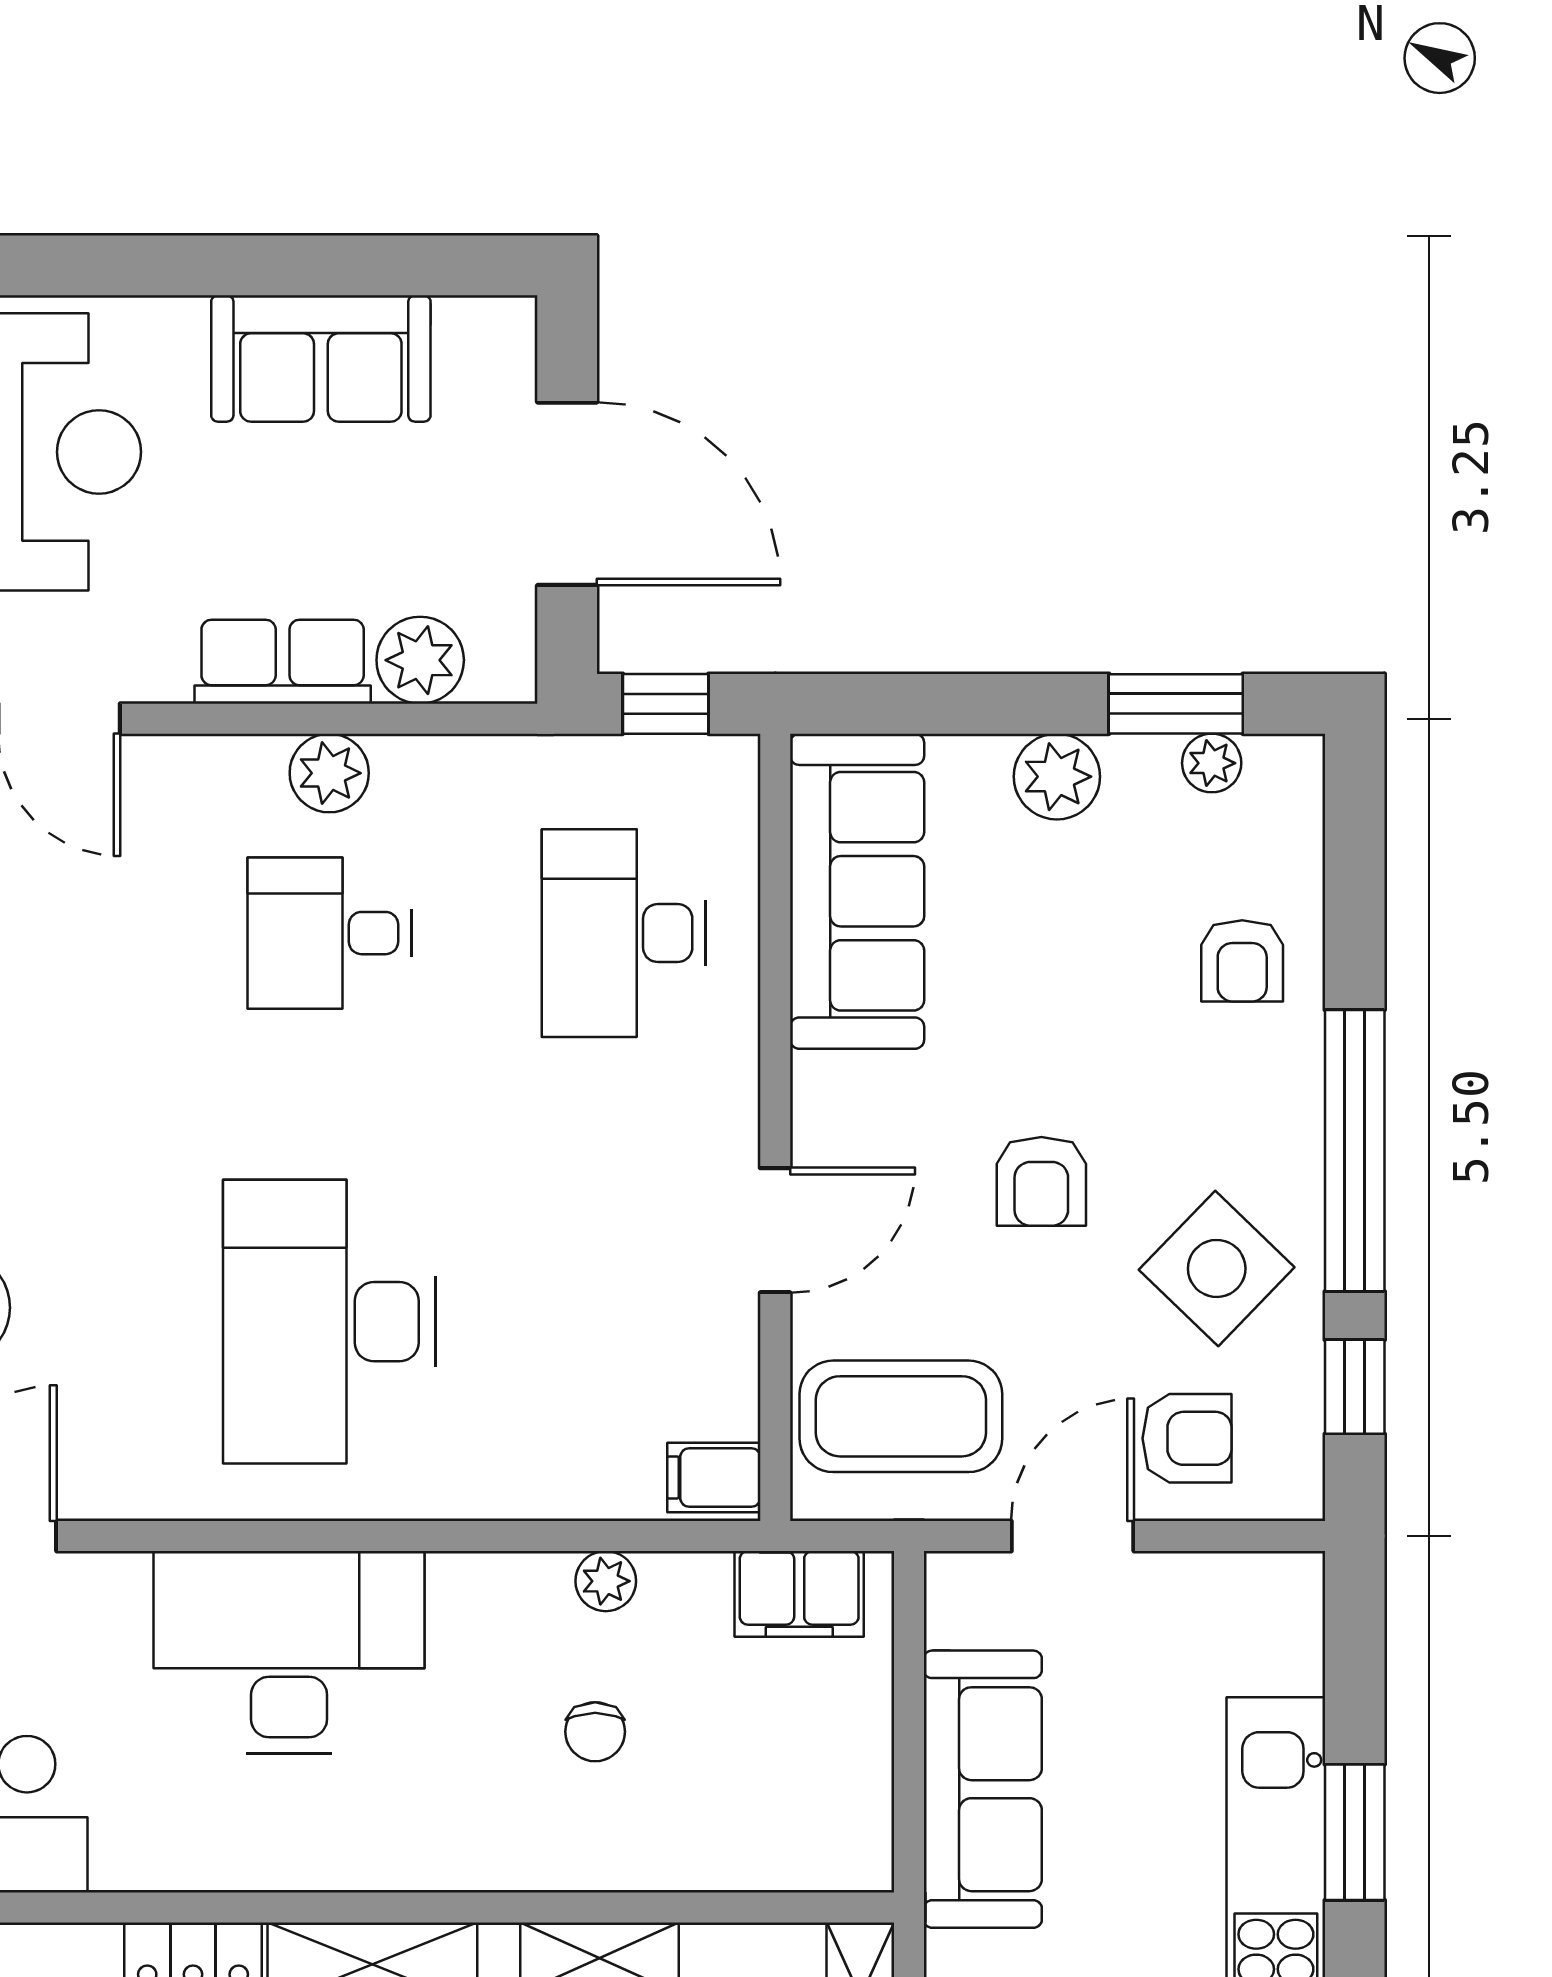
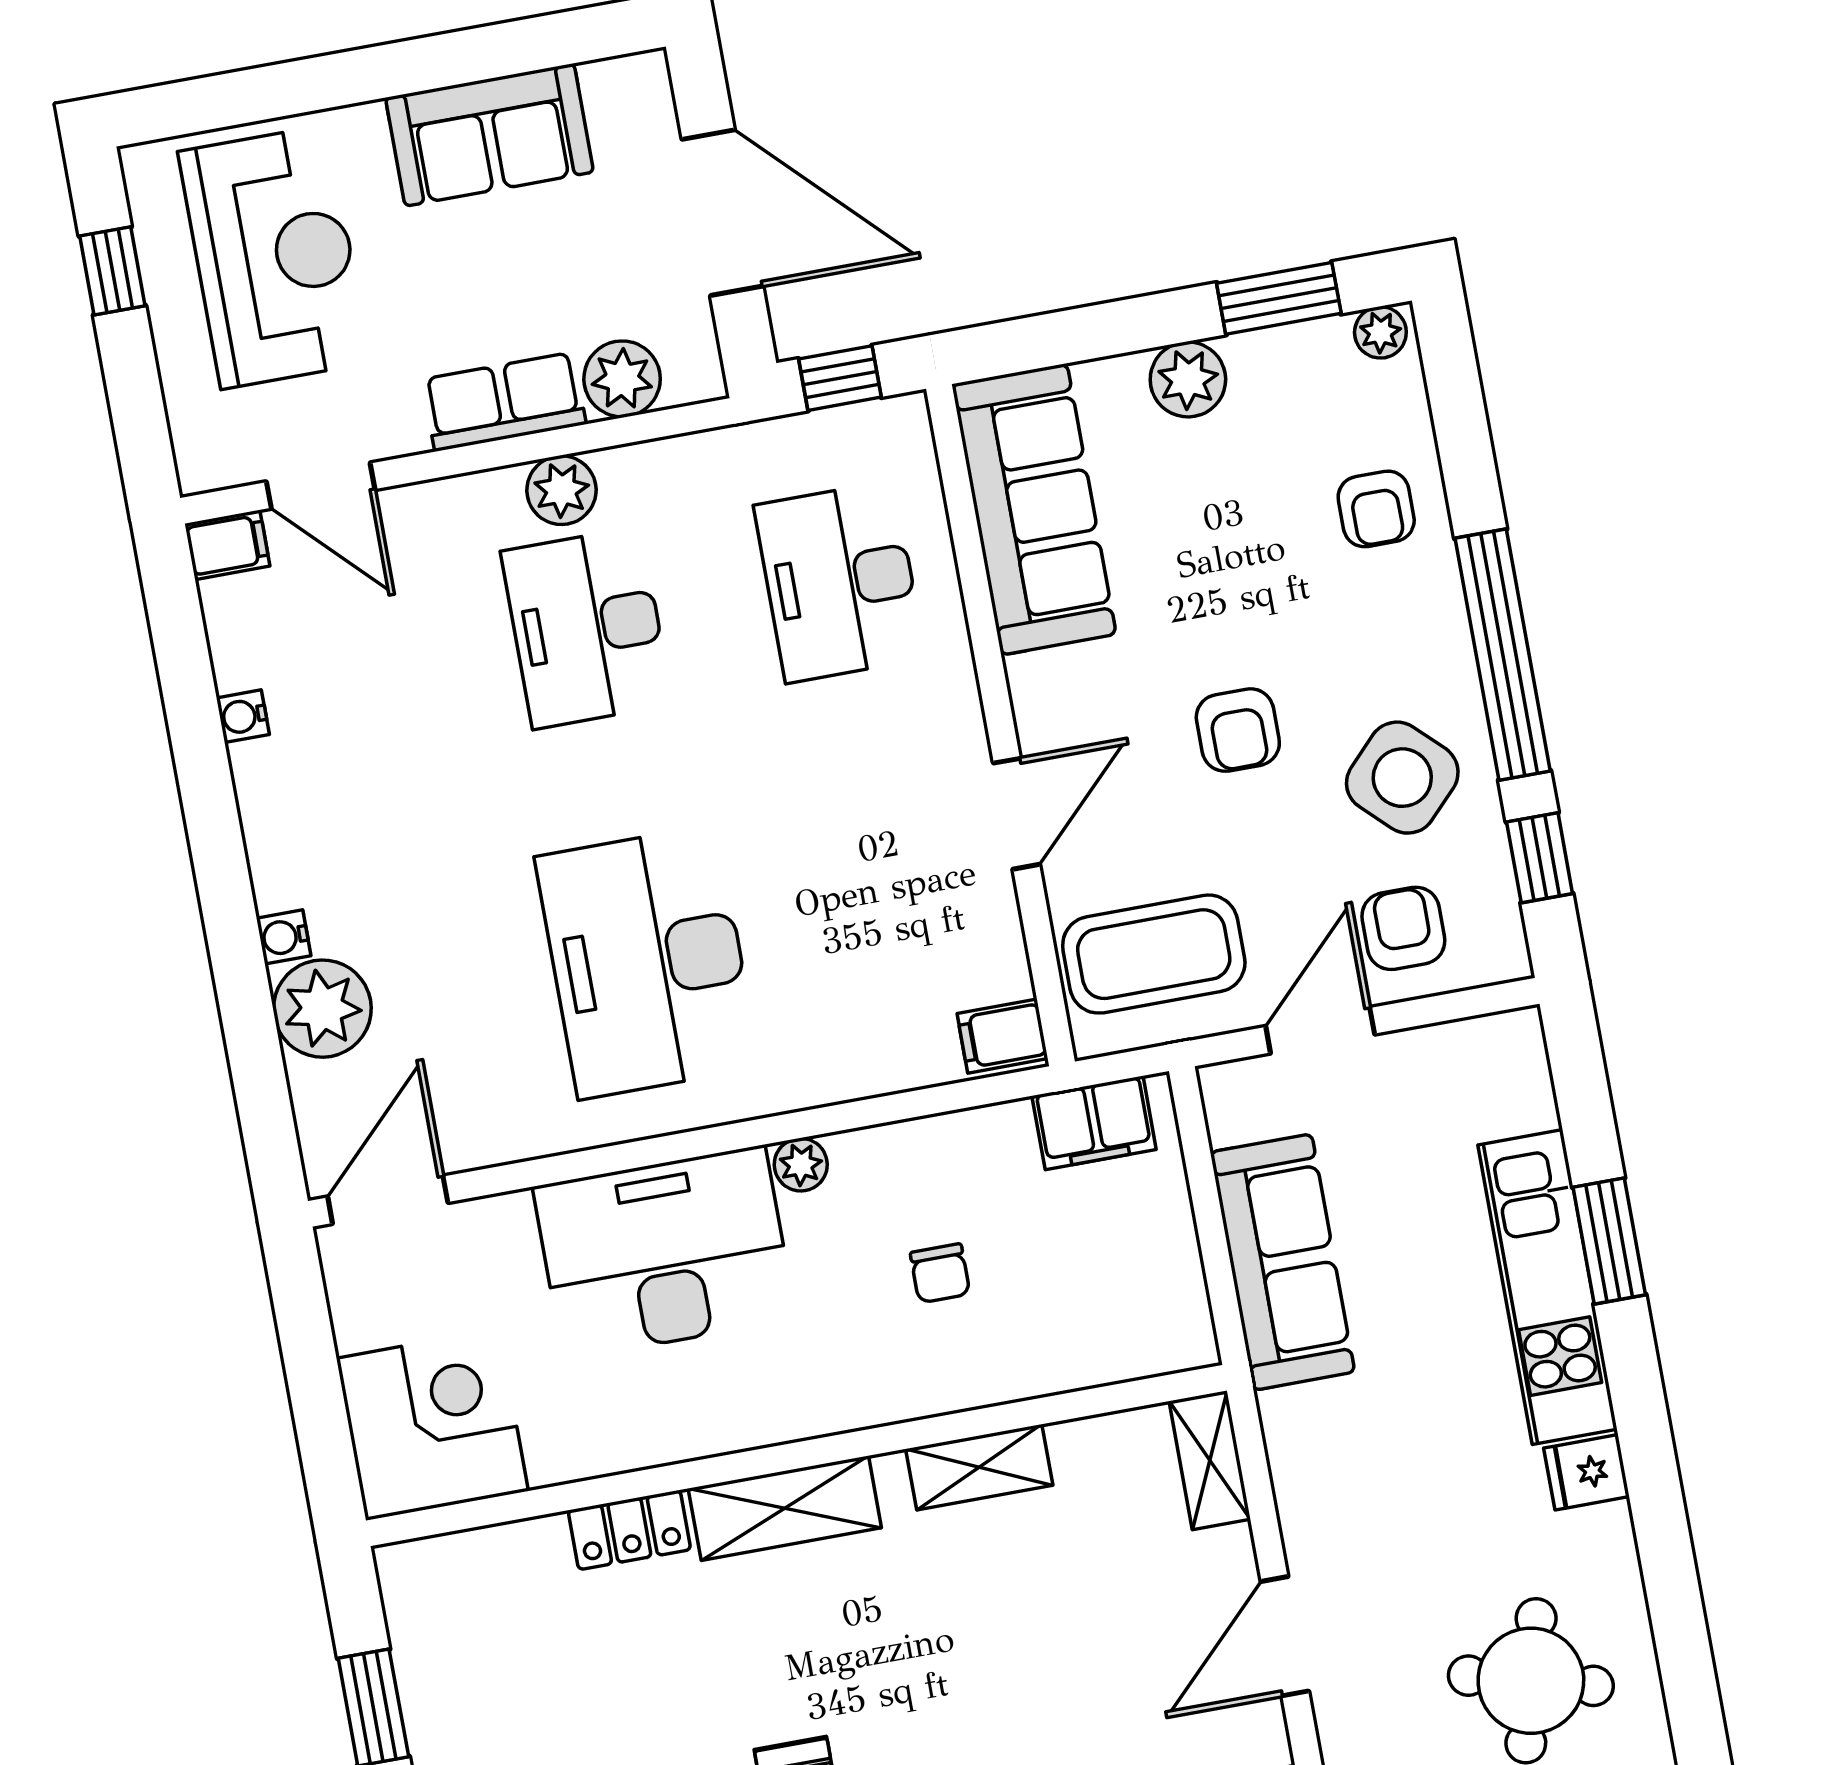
plant: (1212, 763) -> (1380, 332), moved
desk: (329, 933) -> (587, 628), width x1.37
armchair: (1187, 1438) -> (1403, 928), turned -90
plant: (606, 1581) -> (801, 1165), moved

